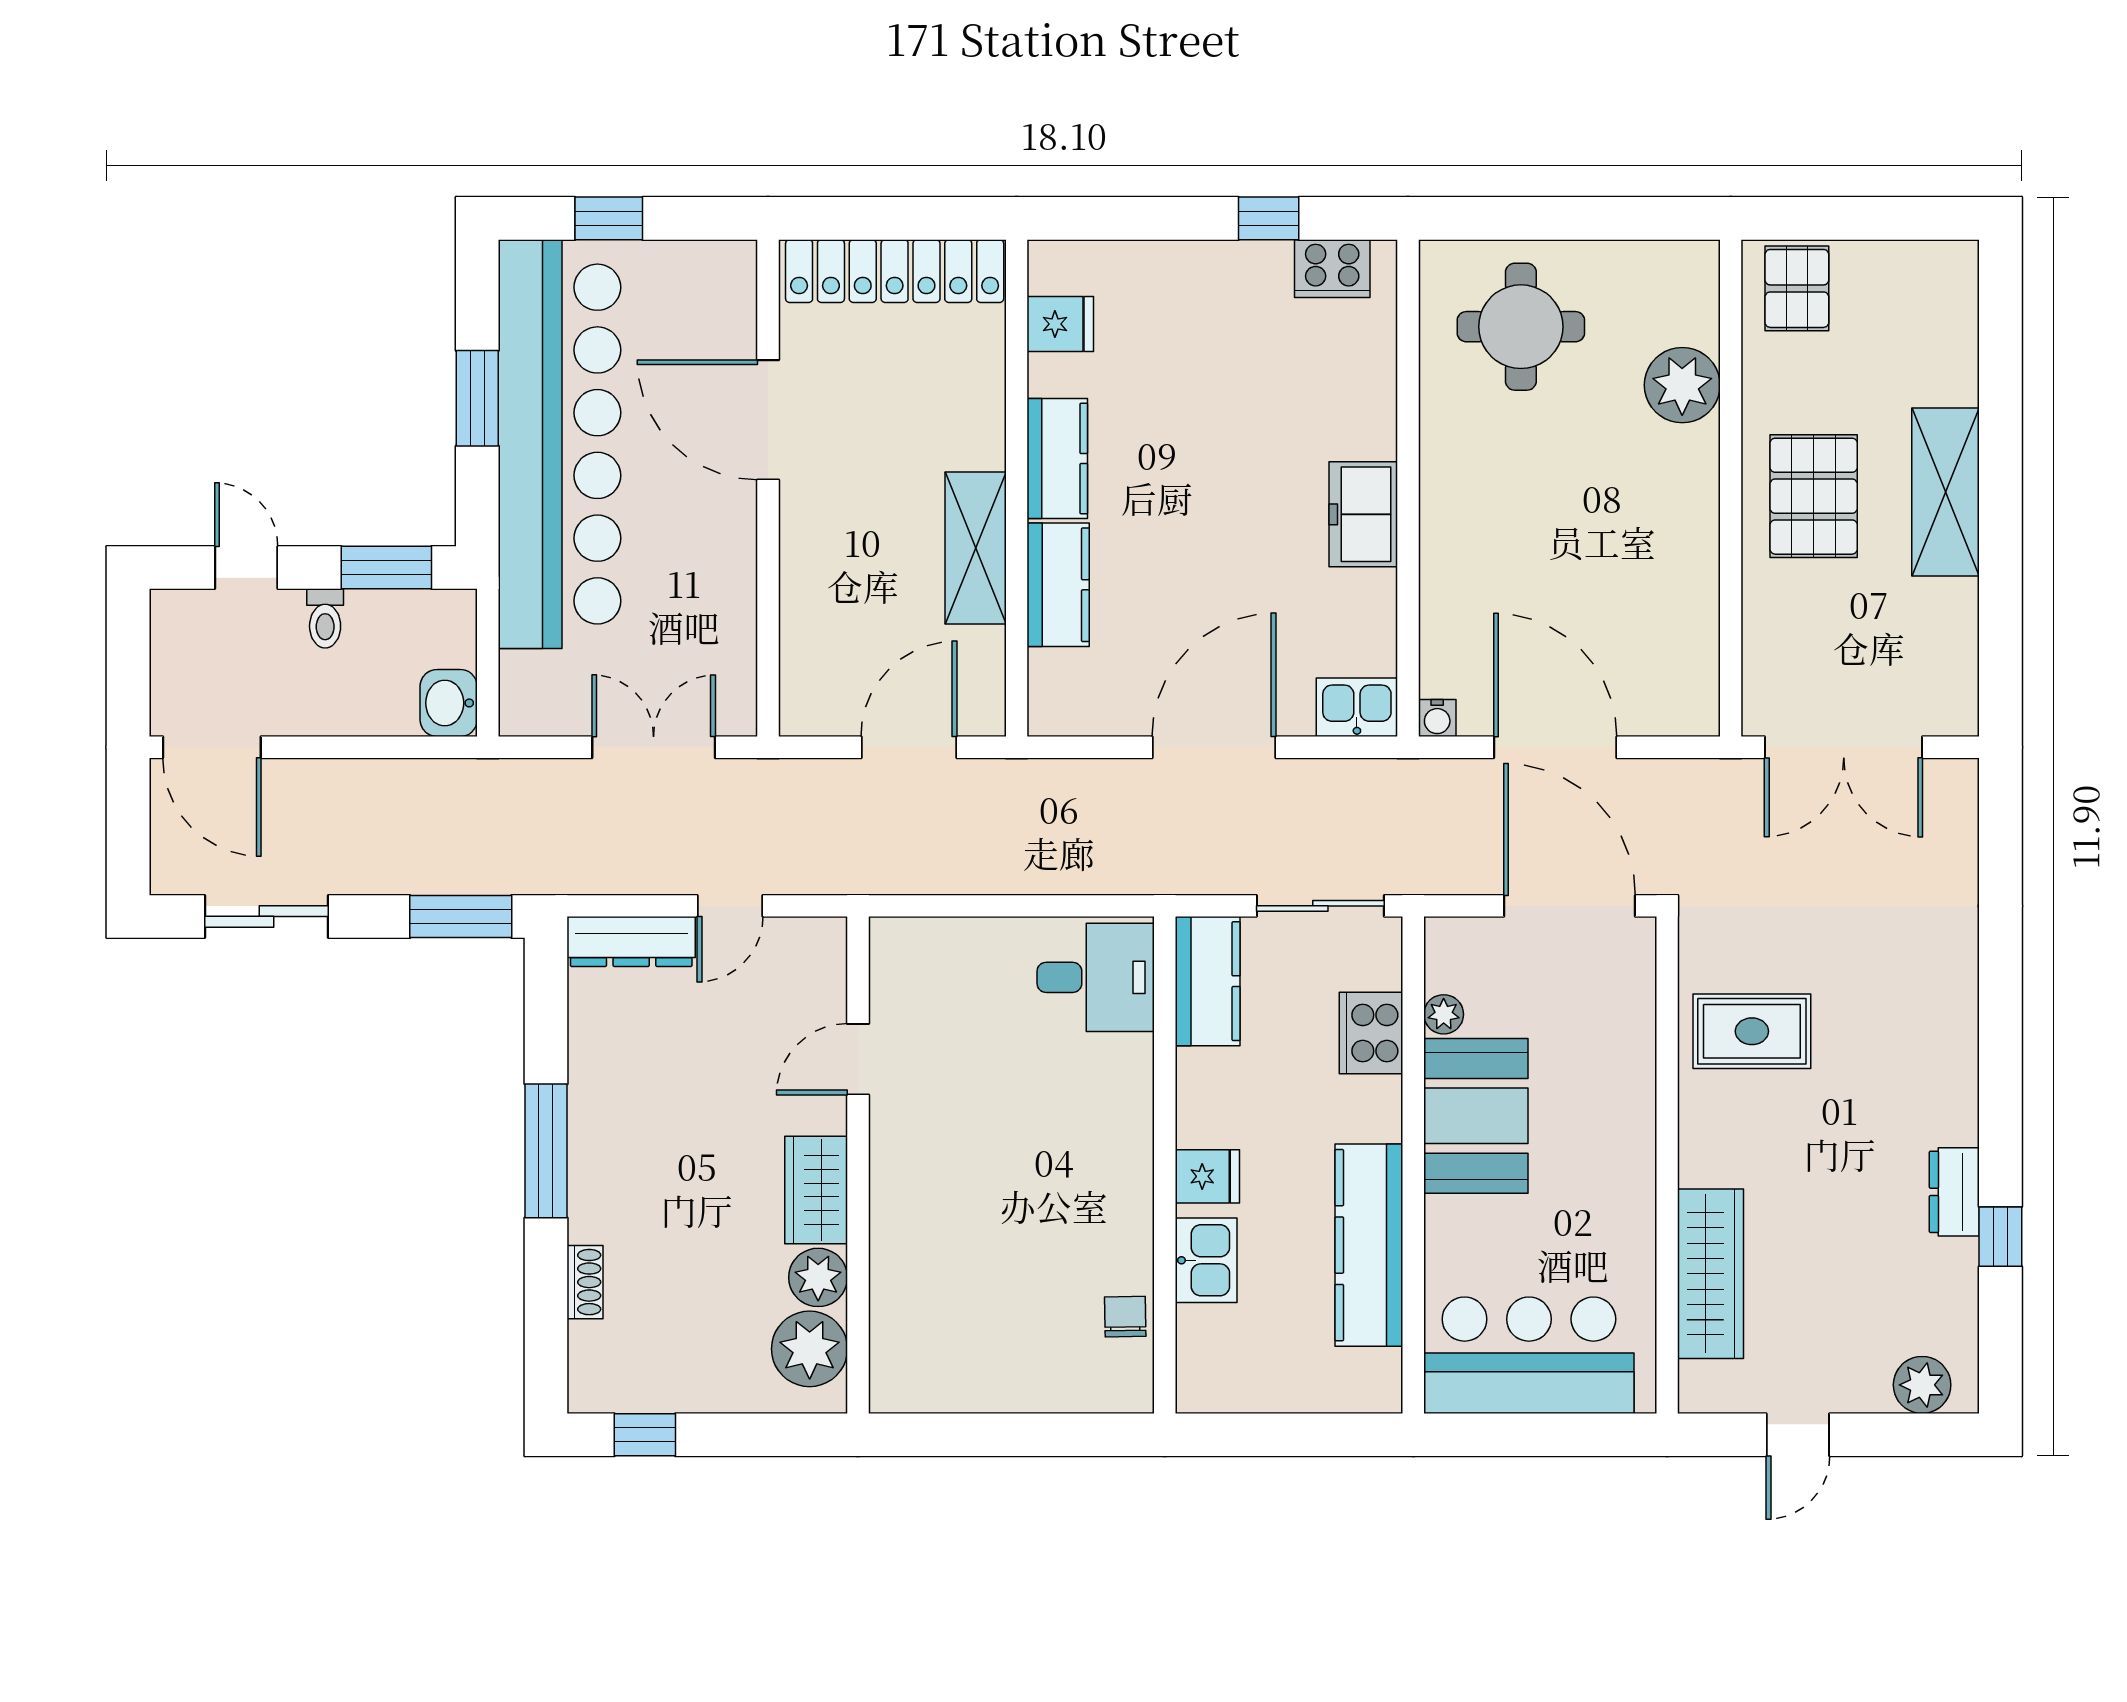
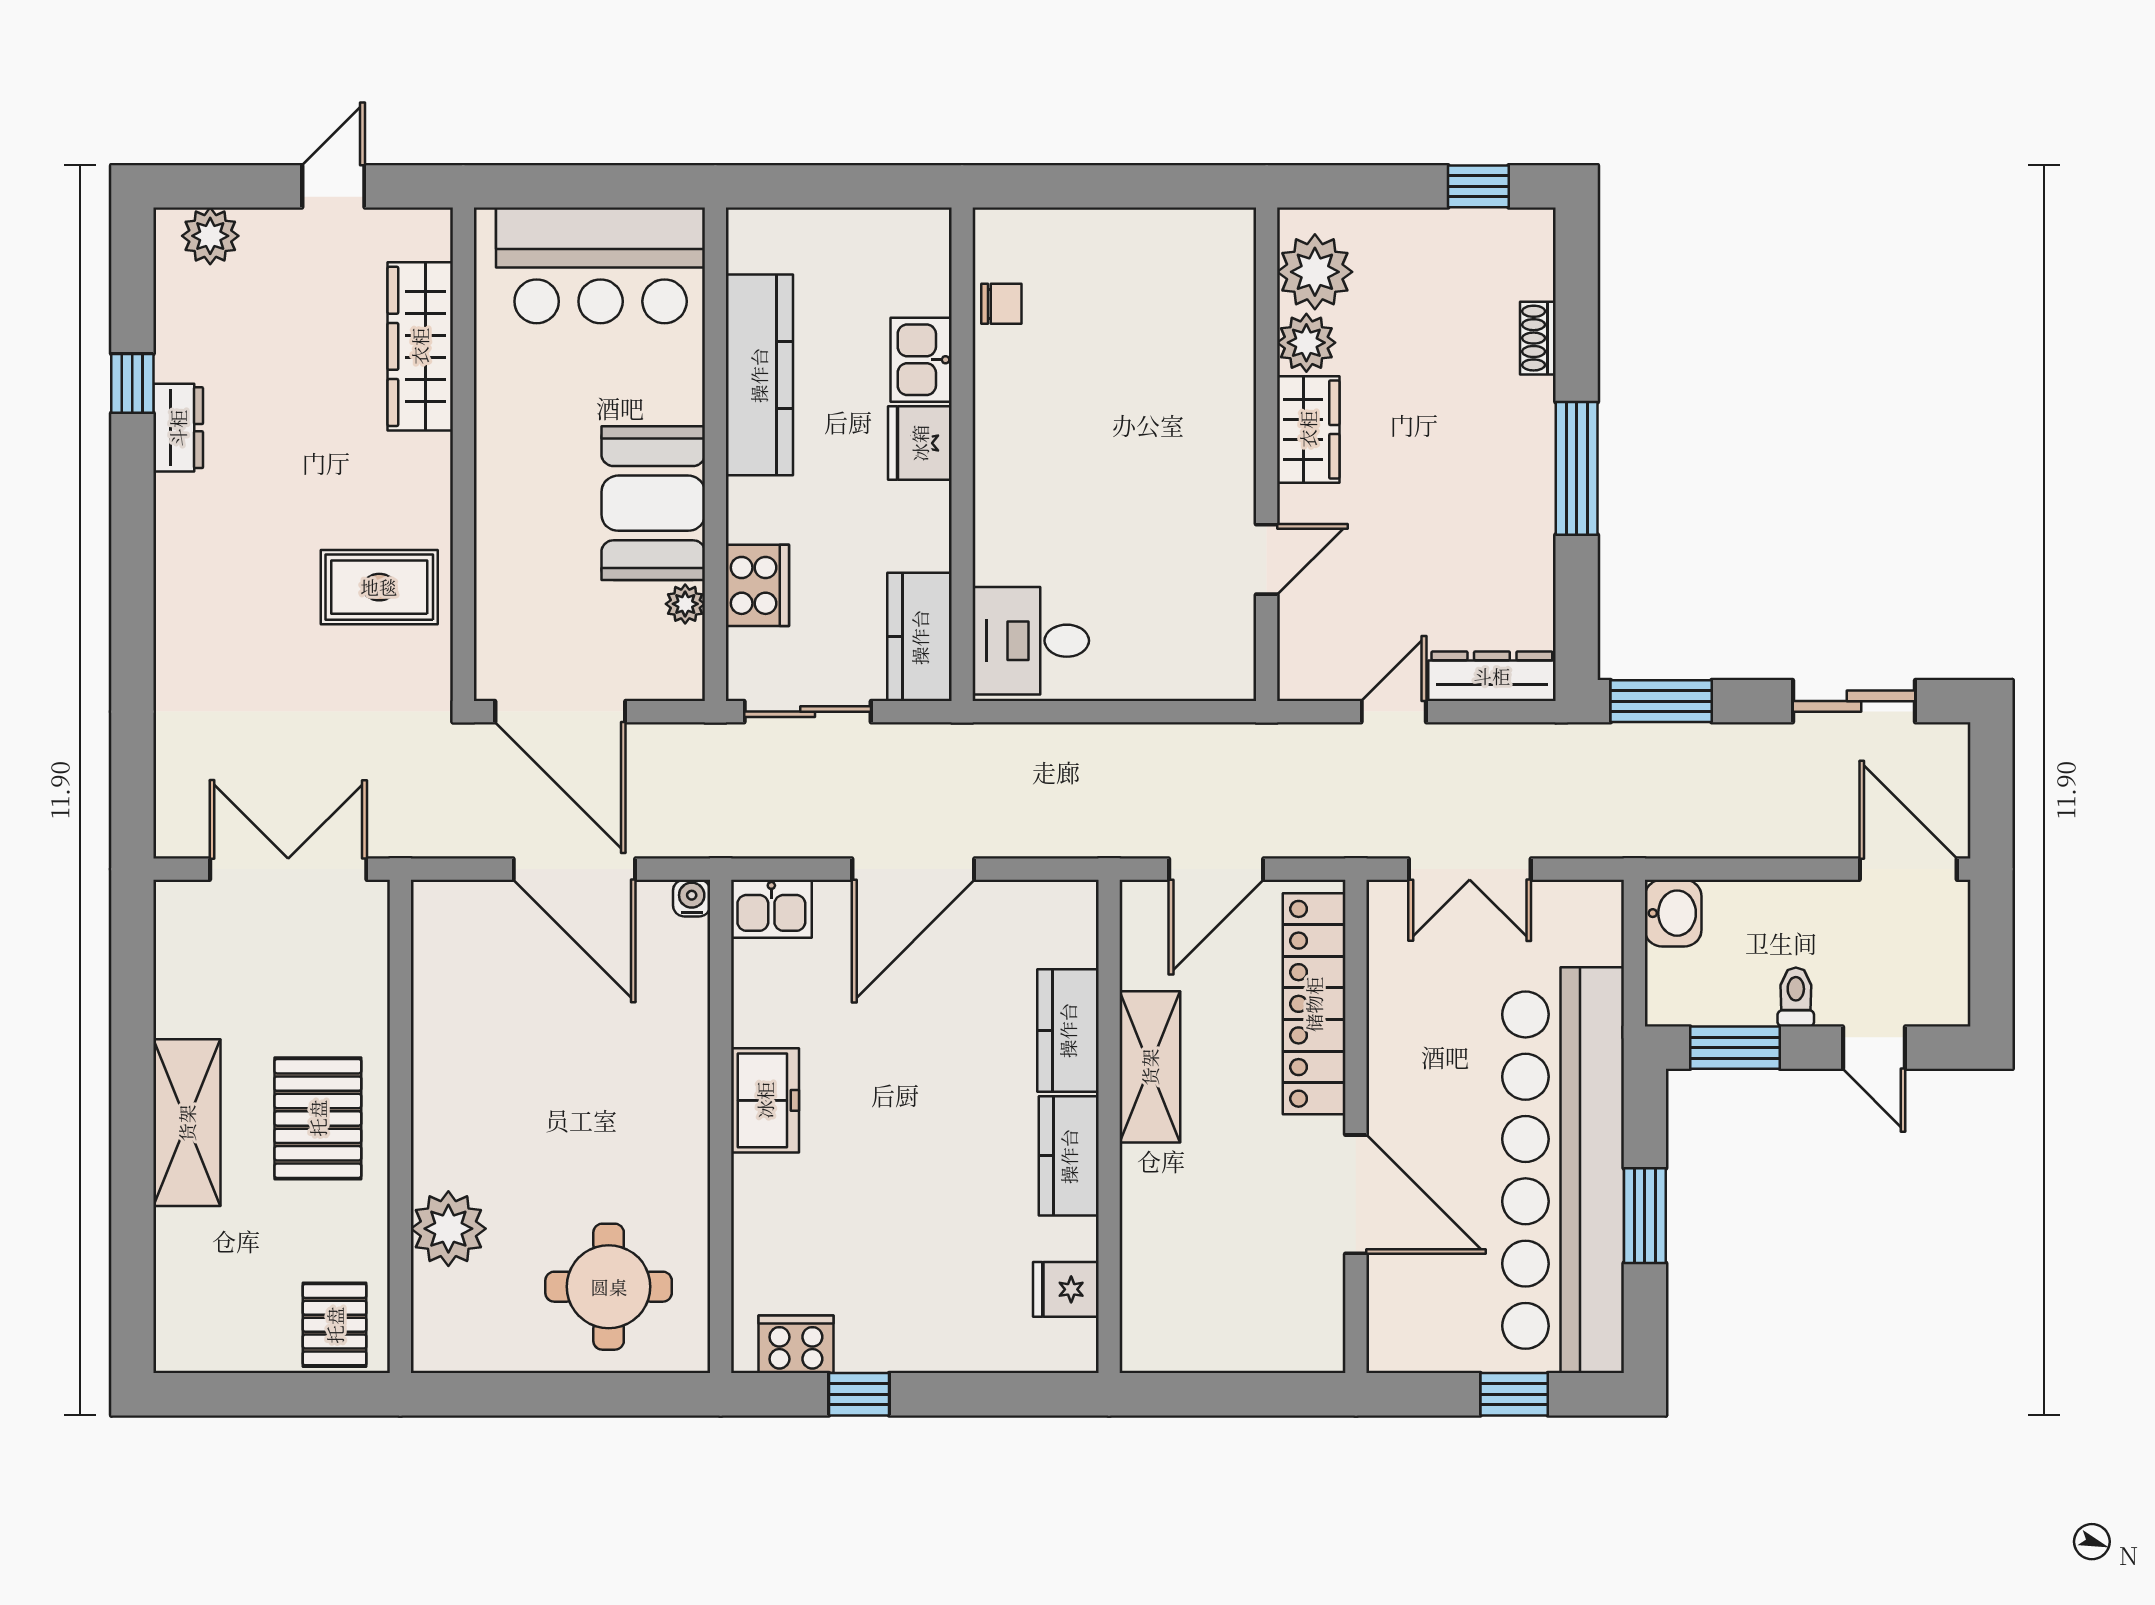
locker: (895, 271) -> (1314, 1004), moved, turned -90
fridge: (1207, 1176) -> (920, 443), width x1.38
chair: (1125, 1317) -> (1001, 304), turned -89

